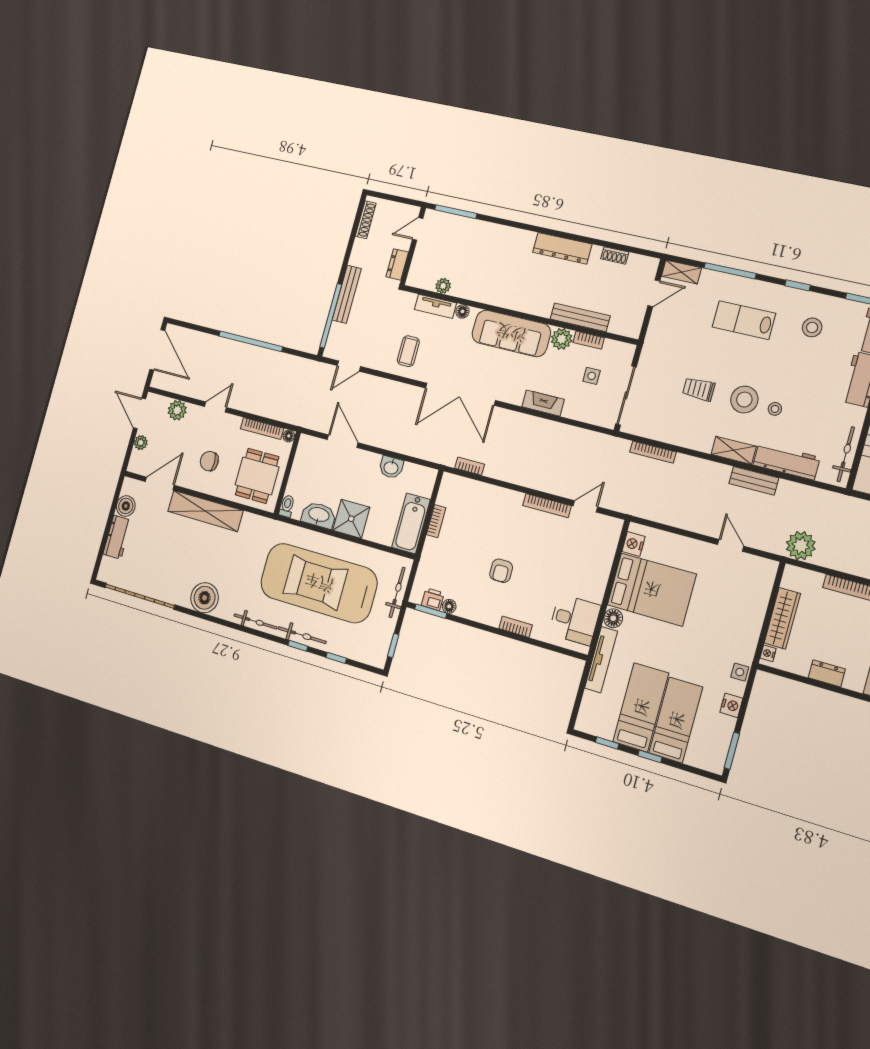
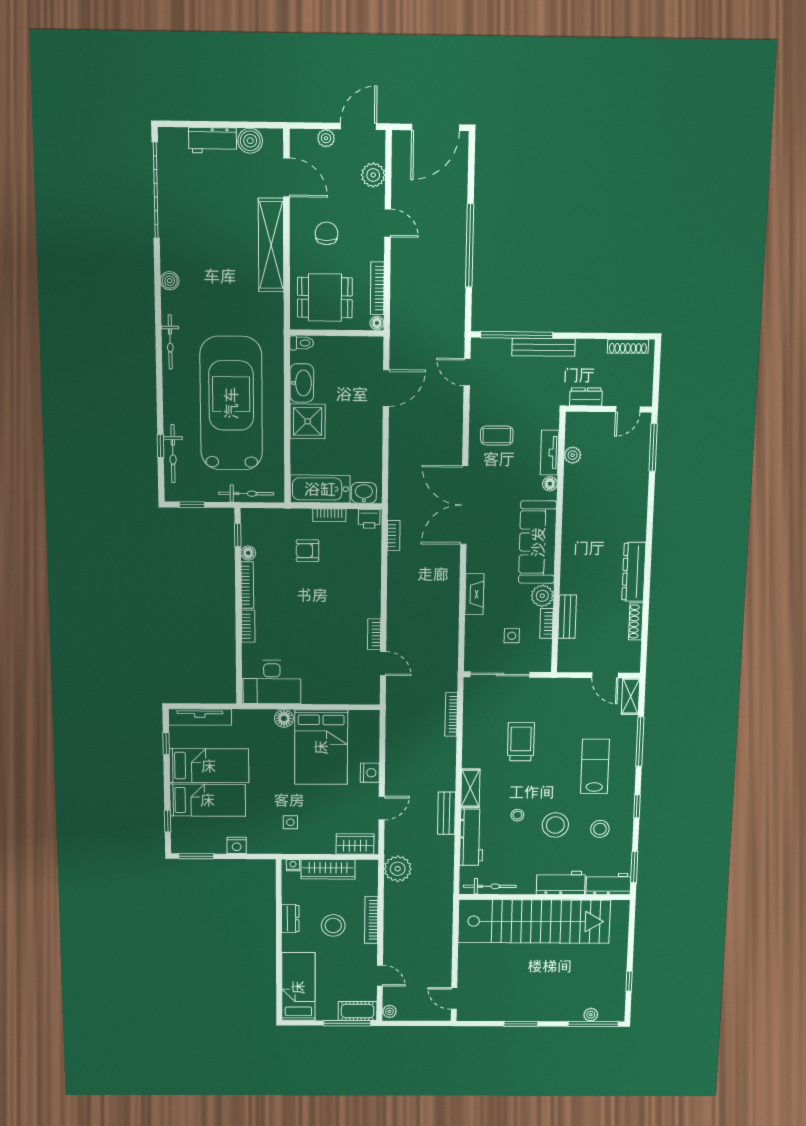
door: (418, 229) -> (628, 409), swing flipped
shoe rack: (615, 255) -> (636, 621), width x1.43
bench: (580, 317) -> (567, 617), width x0.73
trolley: (699, 389) -> (521, 742), width x1.36, depth x1.39
stool: (744, 400) -> (555, 825), moved
washbasin: (391, 467) -> (364, 493), moved, turned 90
bookcase: (547, 506) -> (374, 634), width x0.64
nightstand: (633, 544) -> (370, 773), moved, turned 90
armchair: (501, 571) -> (307, 551), moved
wardrobe: (762, 583) -> (355, 844), added
boiler: (205, 598) -> (170, 281), width x0.54, depth x0.54
printer: (433, 599) -> (369, 519), moved, turned 90
window: (431, 611) -> (238, 535), width x0.67
bookcase: (478, 616) -> (247, 585), added
desk: (575, 620) -> (272, 682), width x1.37
stool: (847, 630) -> (333, 925), added
bicycle: (302, 635) -> (173, 454), moved
window: (298, 646) -> (160, 399), removed
tv unit: (601, 660) -> (200, 717), moved
side table: (740, 672) -> (290, 822), moved
window: (650, 756) -> (168, 821), moved

